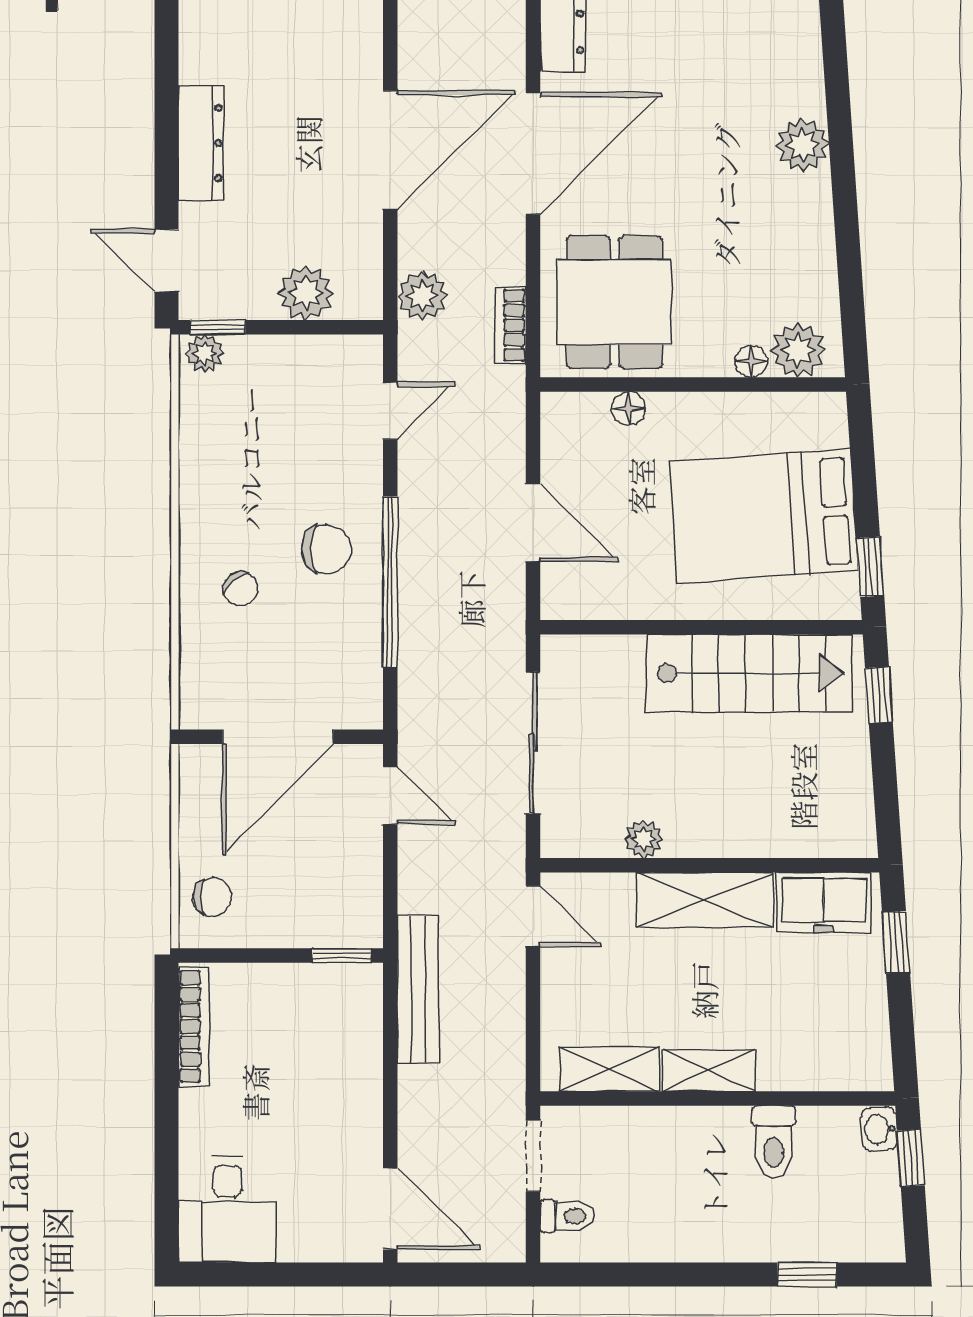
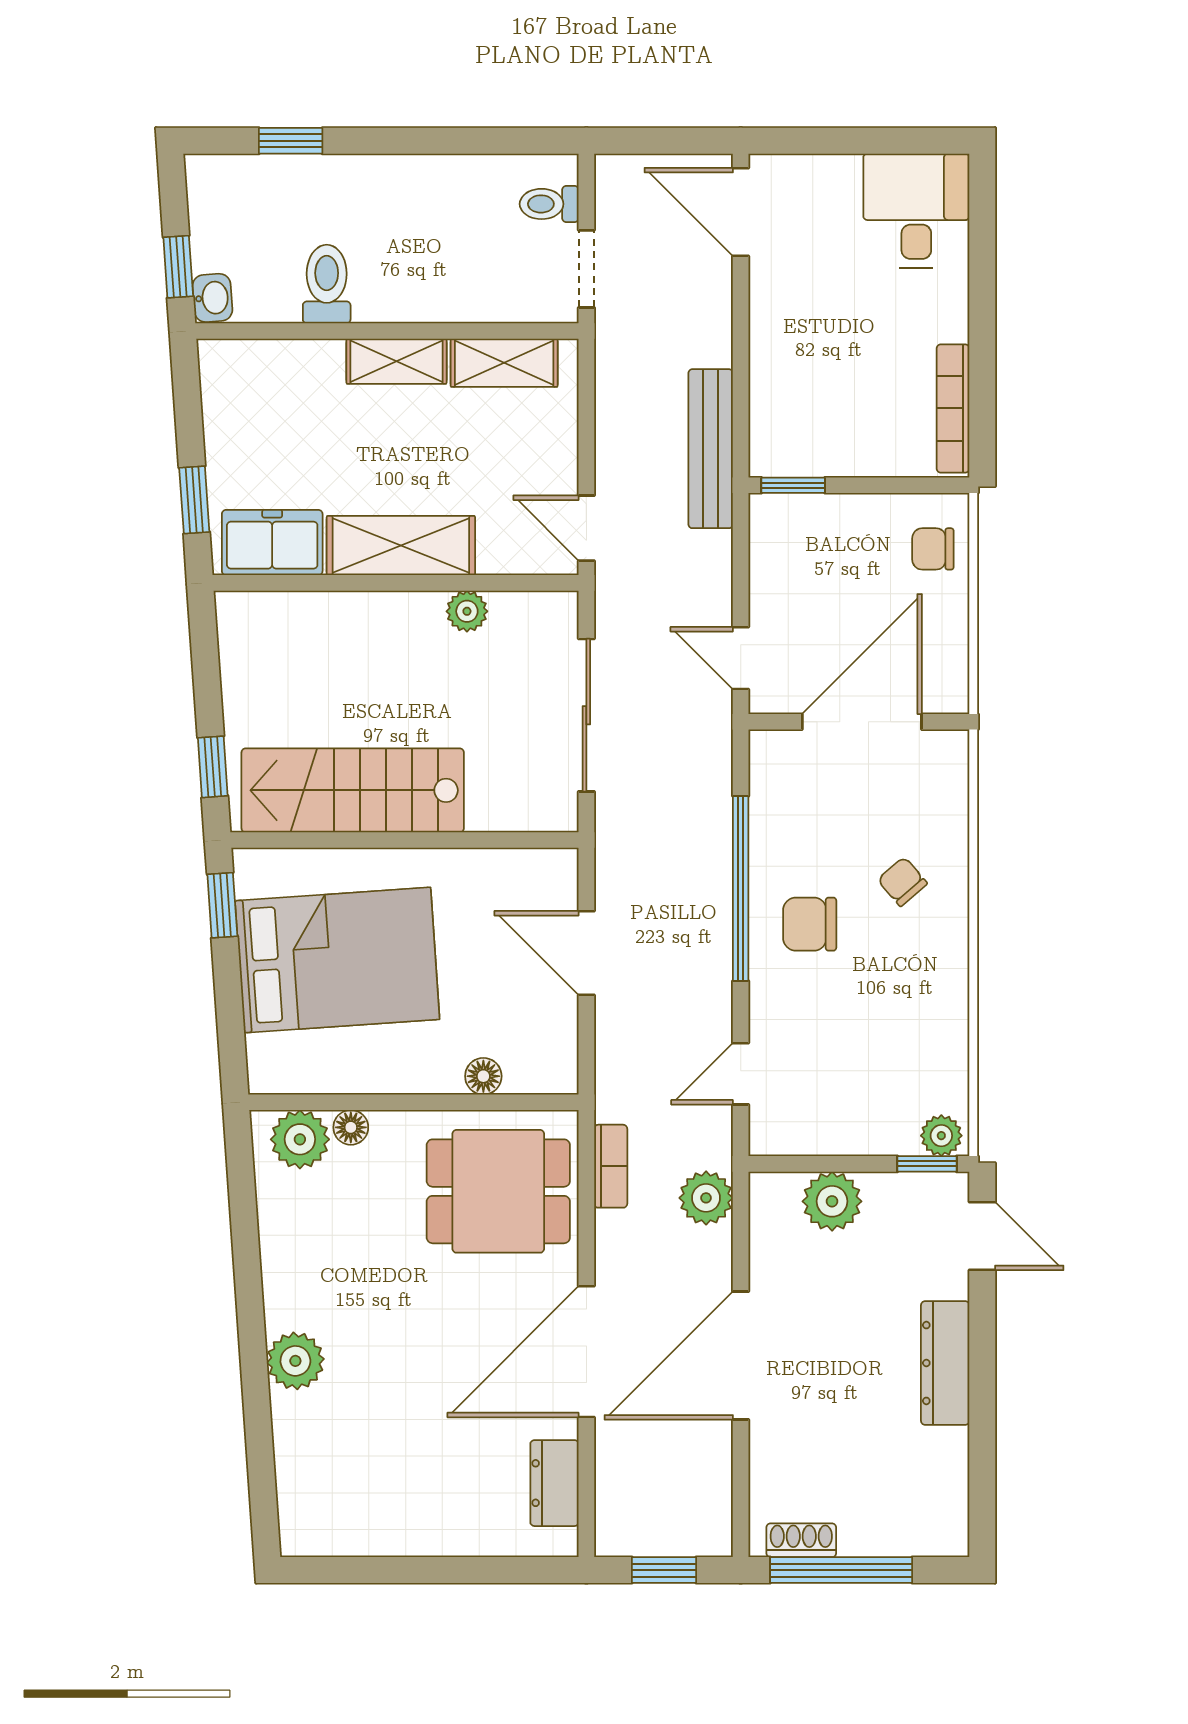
dining table: (615, 302) -> (498, 1191), turned 90

